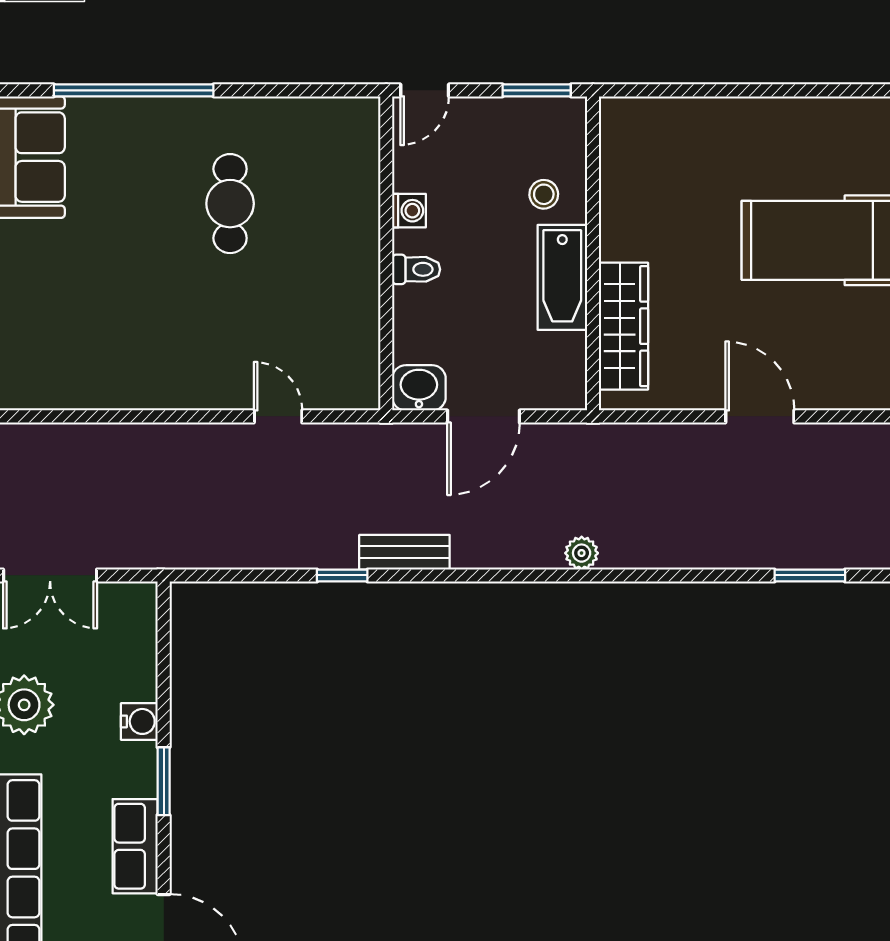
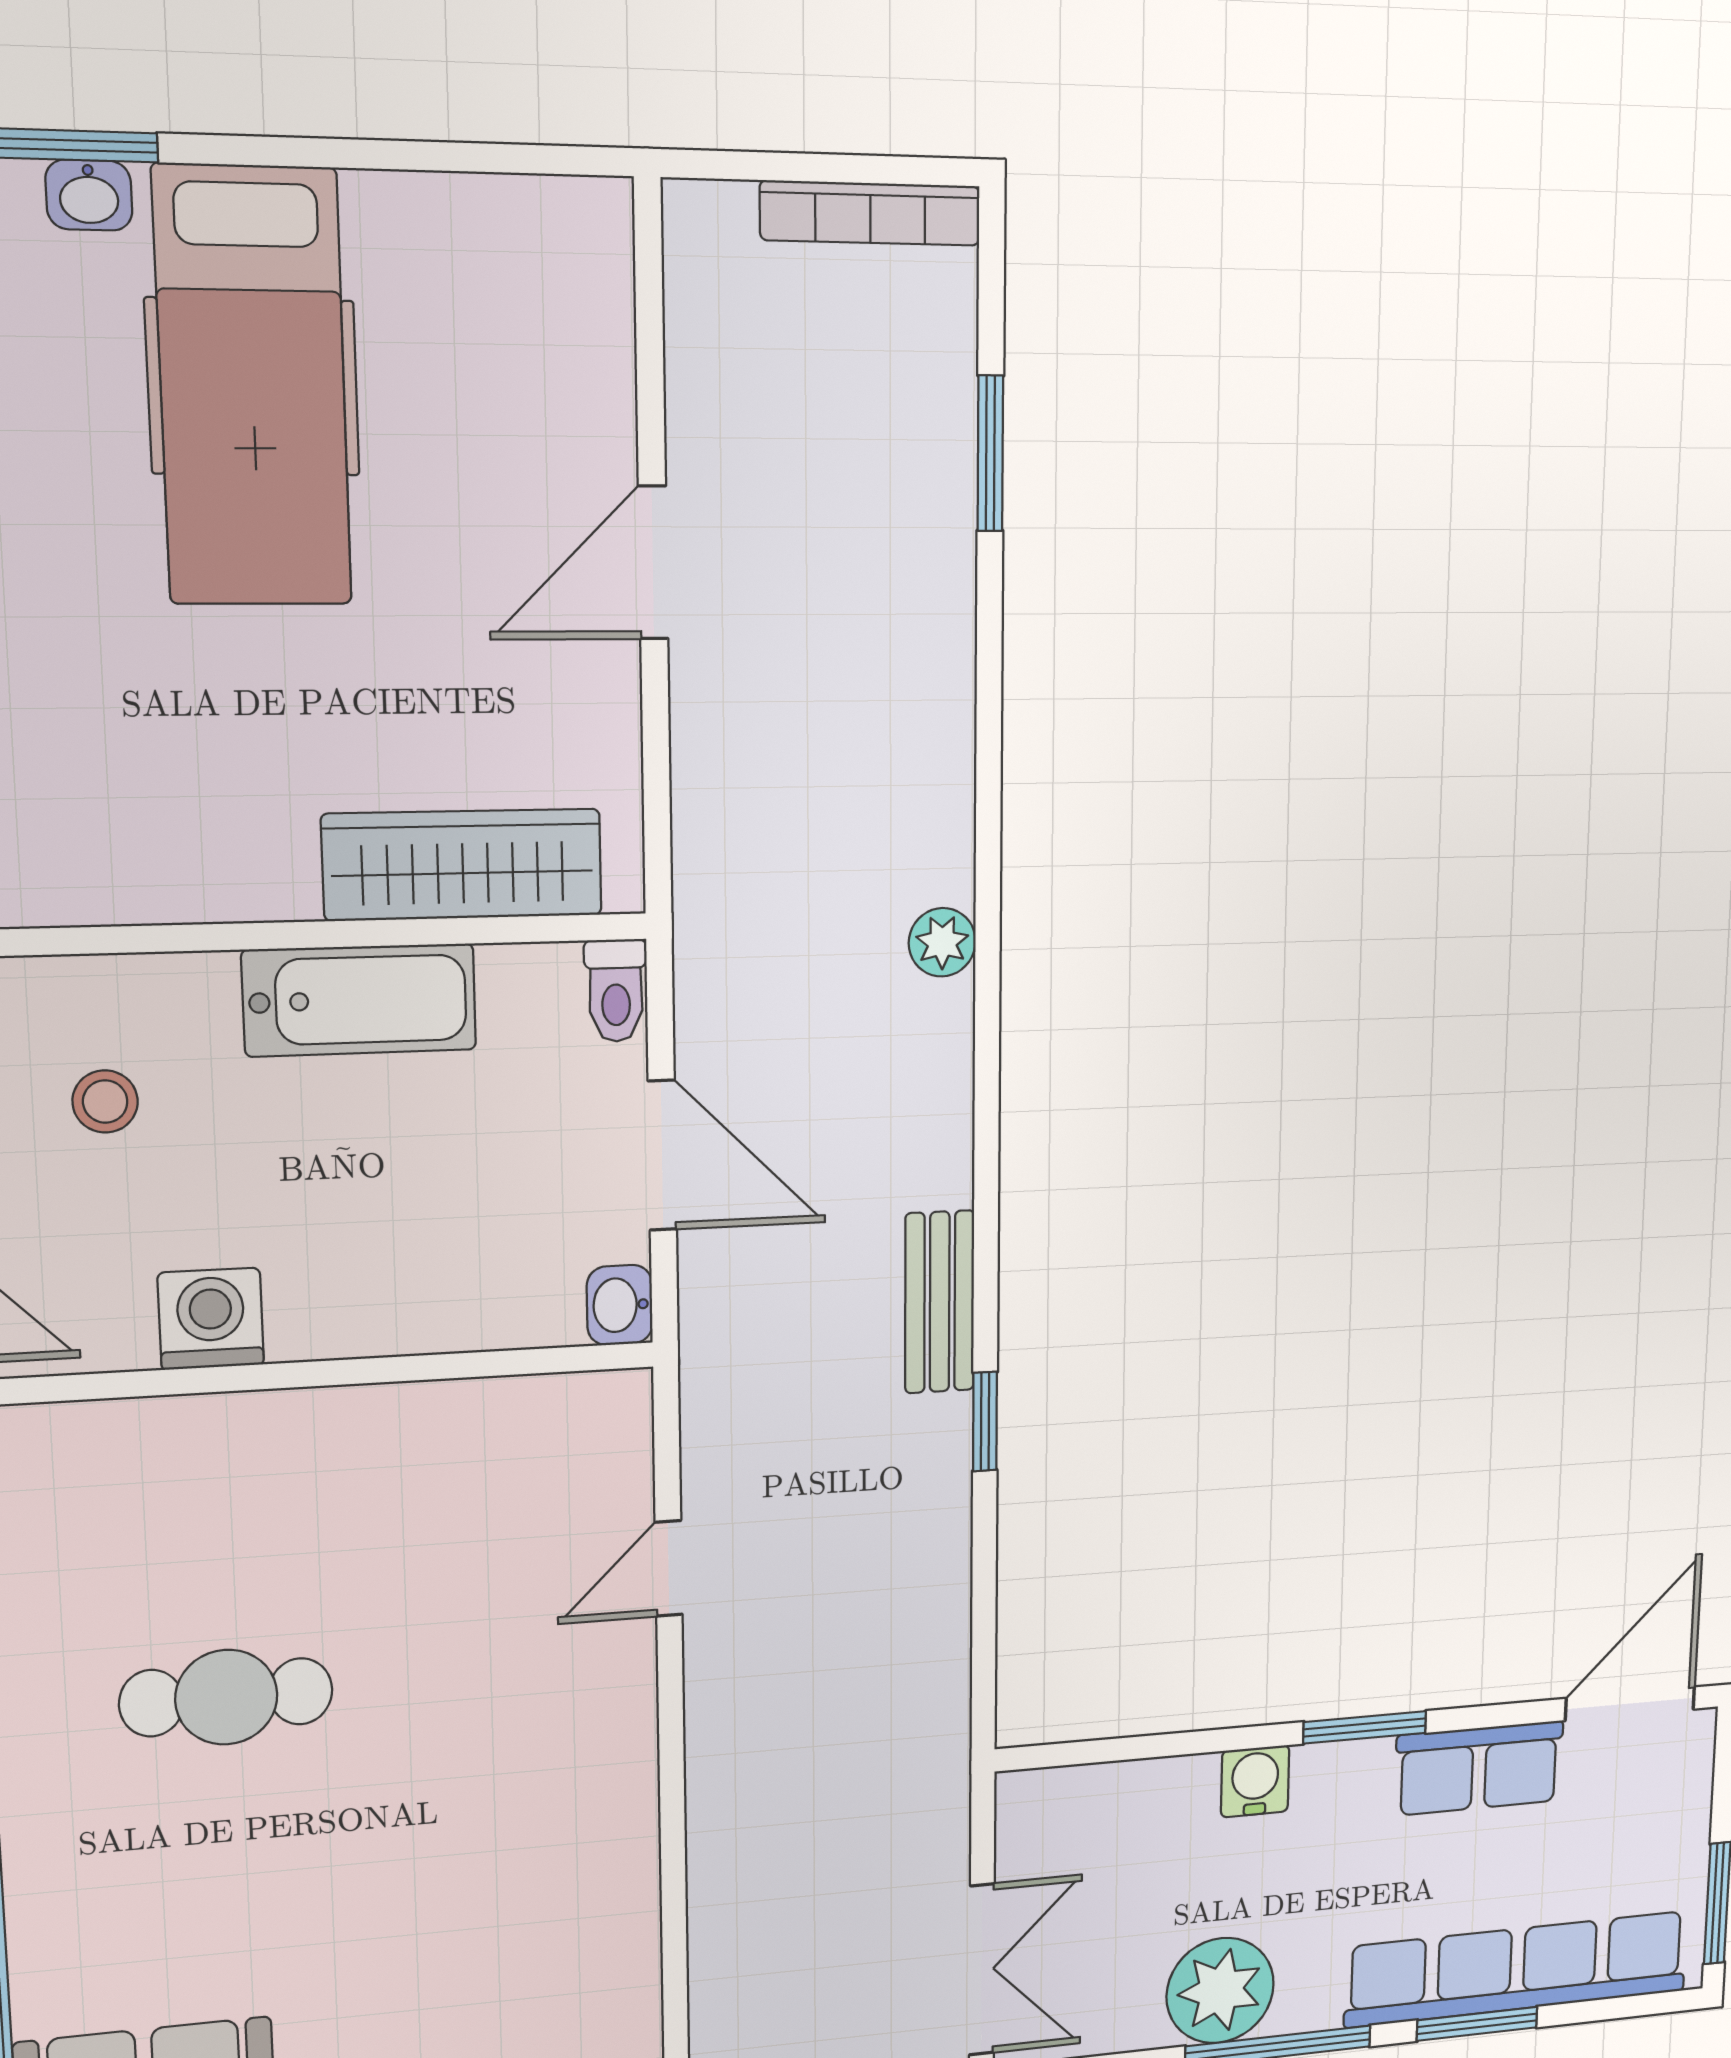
stool: (544, 194) -> (105, 1101), moved
washing machine: (409, 211) -> (211, 1319), width x1.38, depth x1.38
toilet: (416, 269) -> (616, 991), moved, turned 180
washbasin: (419, 388) -> (620, 1305), width x0.72, depth x0.69

